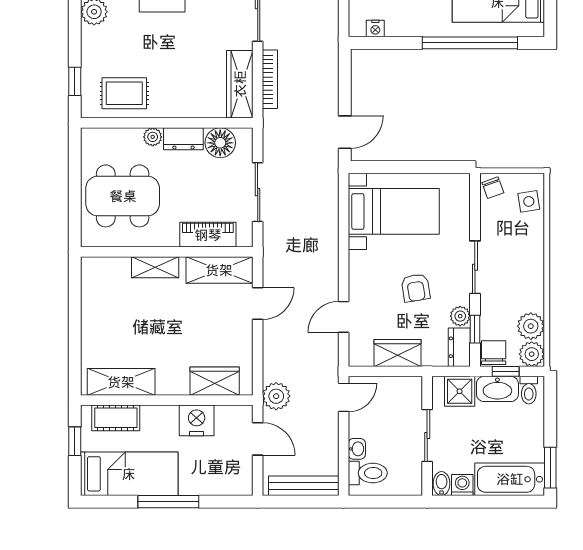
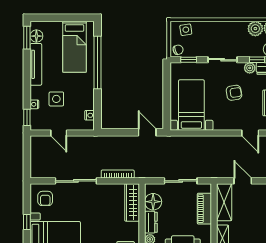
wardrobe: (240, 84) -> (132, 202), moved, turned 90
window: (475, 206) -> (189, 60), added

